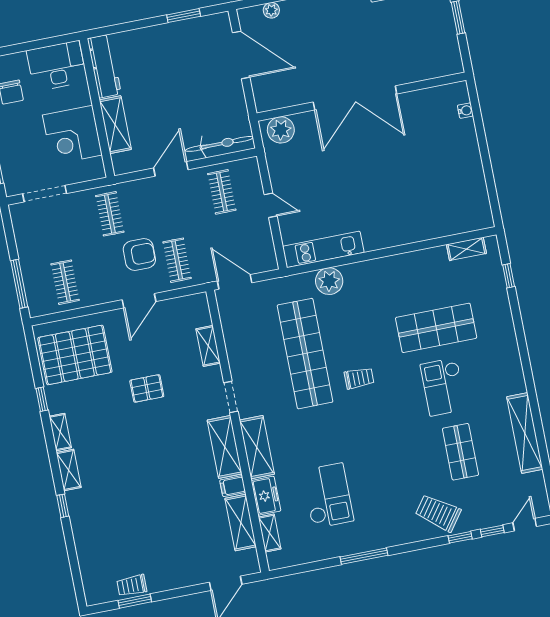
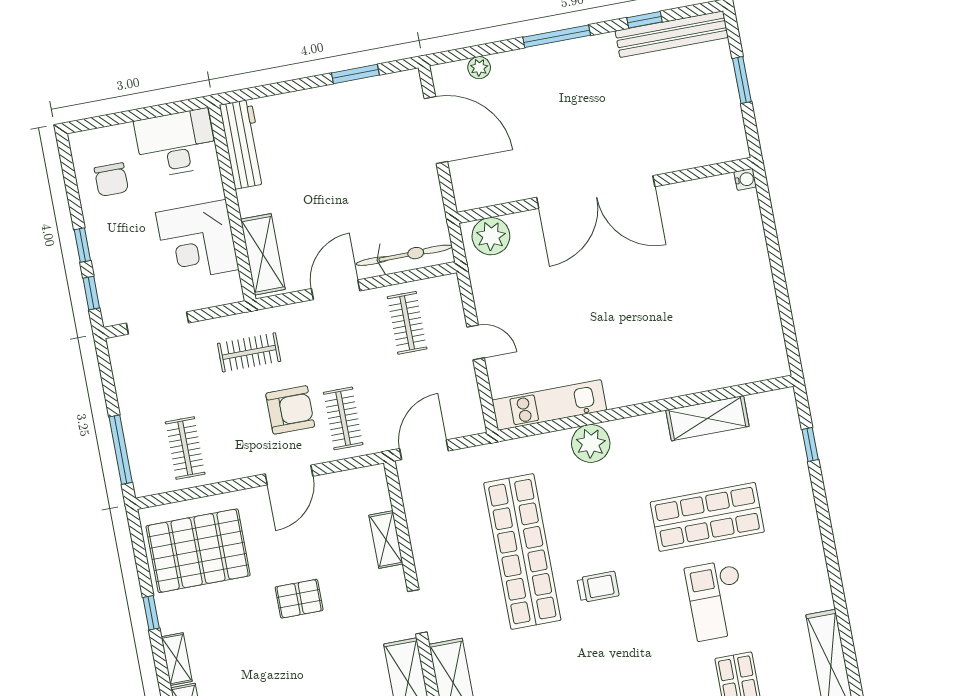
water cooler: (465, 111) -> (745, 179), moved
shelving: (115, 125) -> (263, 254), moved
clothes rail: (110, 214) -> (249, 352), turned 90
shelving: (466, 249) -> (707, 418), moved, width x1.50, depth x1.33
plant: (329, 281) -> (591, 443), moved
door: (235, 282) -> (424, 450), hinge flipped

